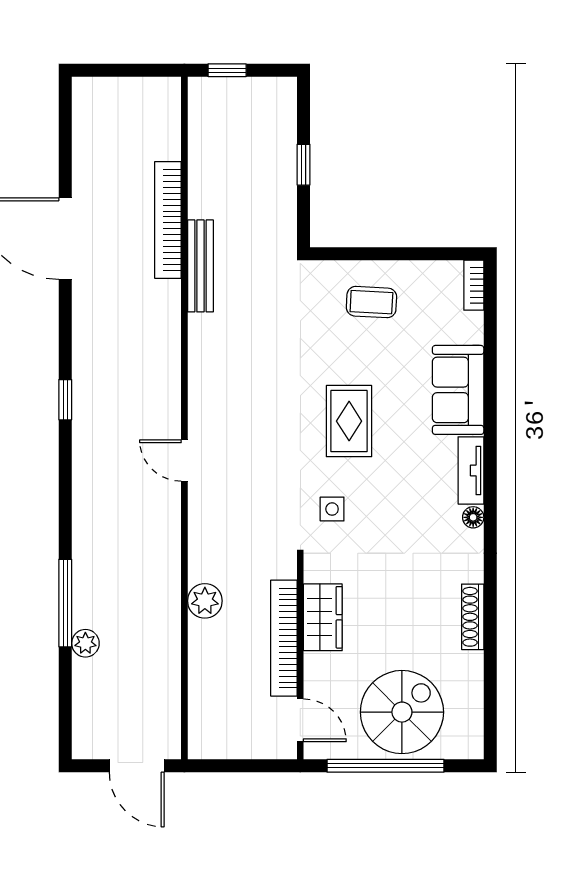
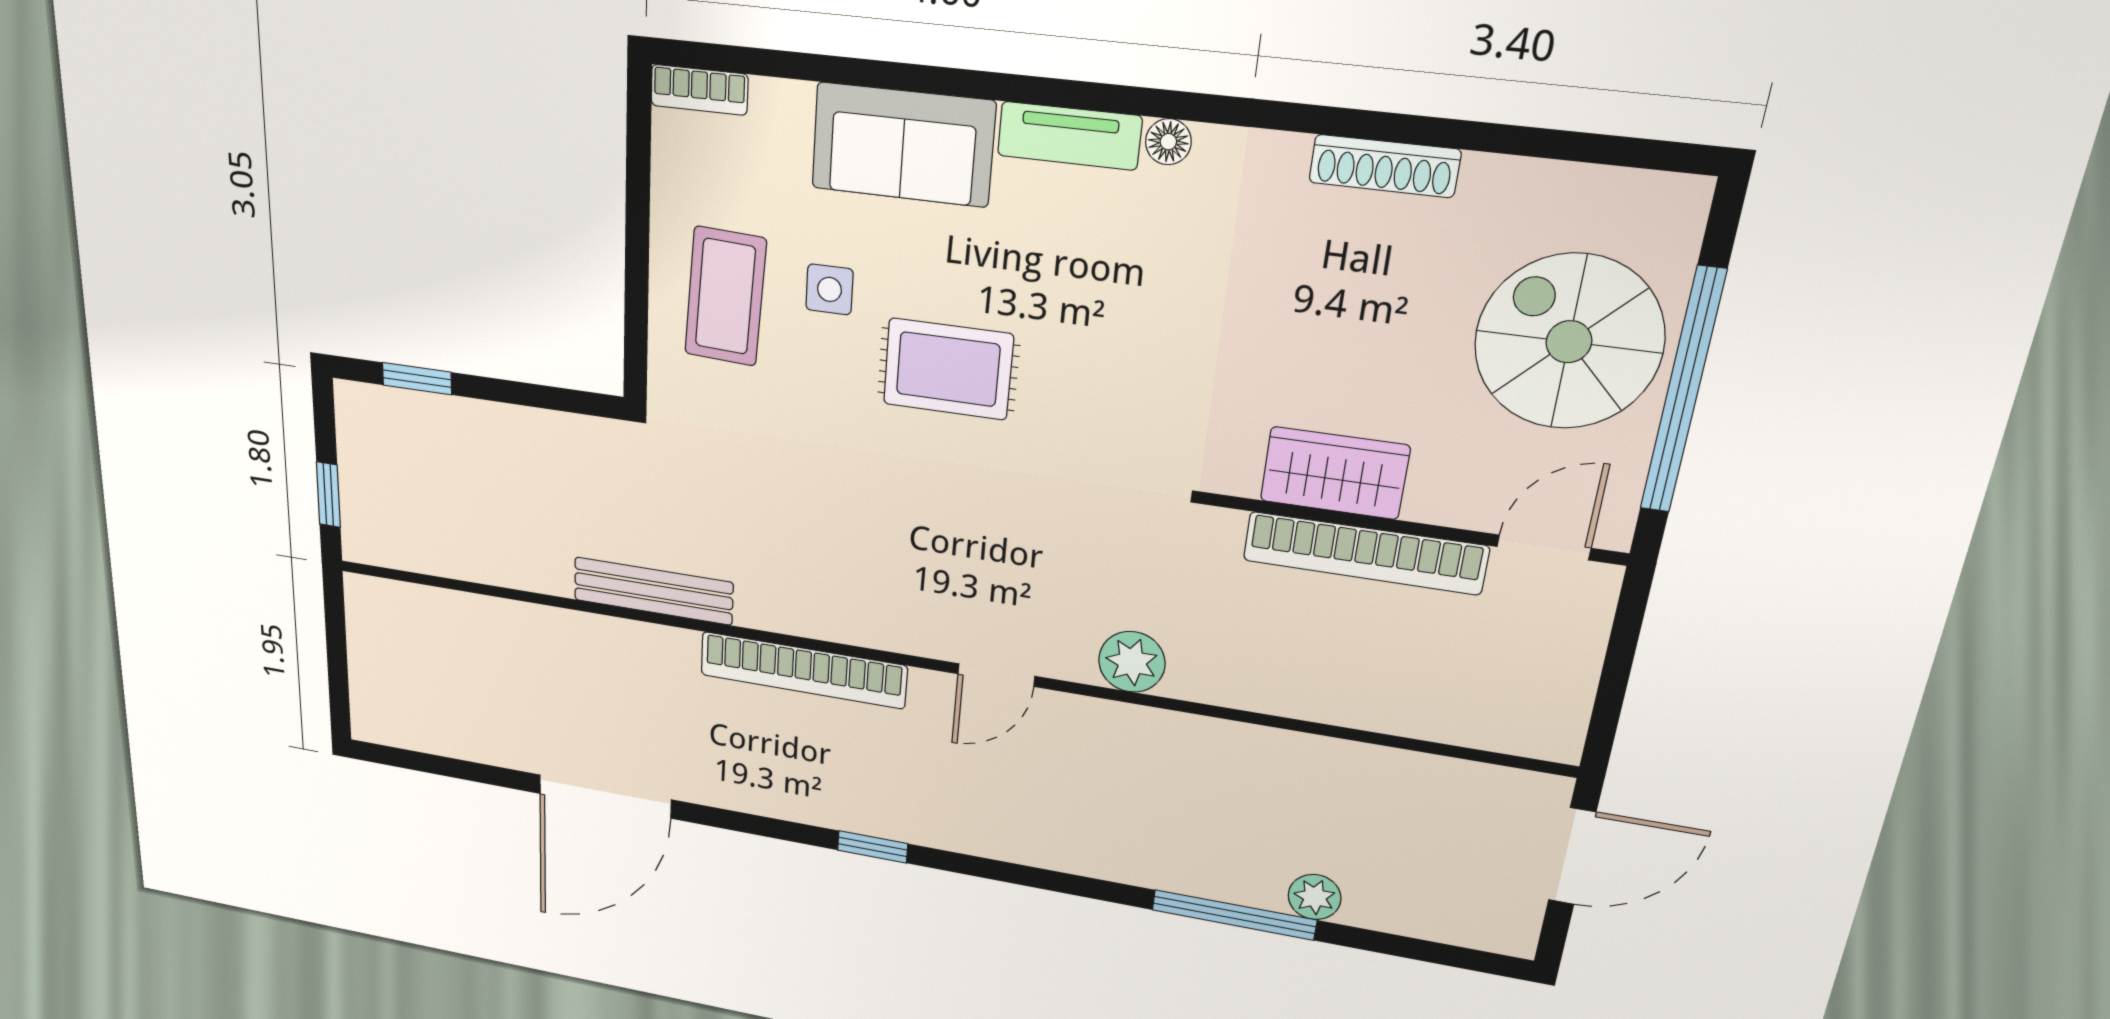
window: (303, 165) -> (417, 379), moved
bookcase: (168, 220) -> (803, 670), moved
coffee table: (371, 302) -> (725, 297), width x1.36, depth x1.30
side table: (332, 509) -> (829, 289), moved
plant: (205, 601) -> (1132, 662), moved

